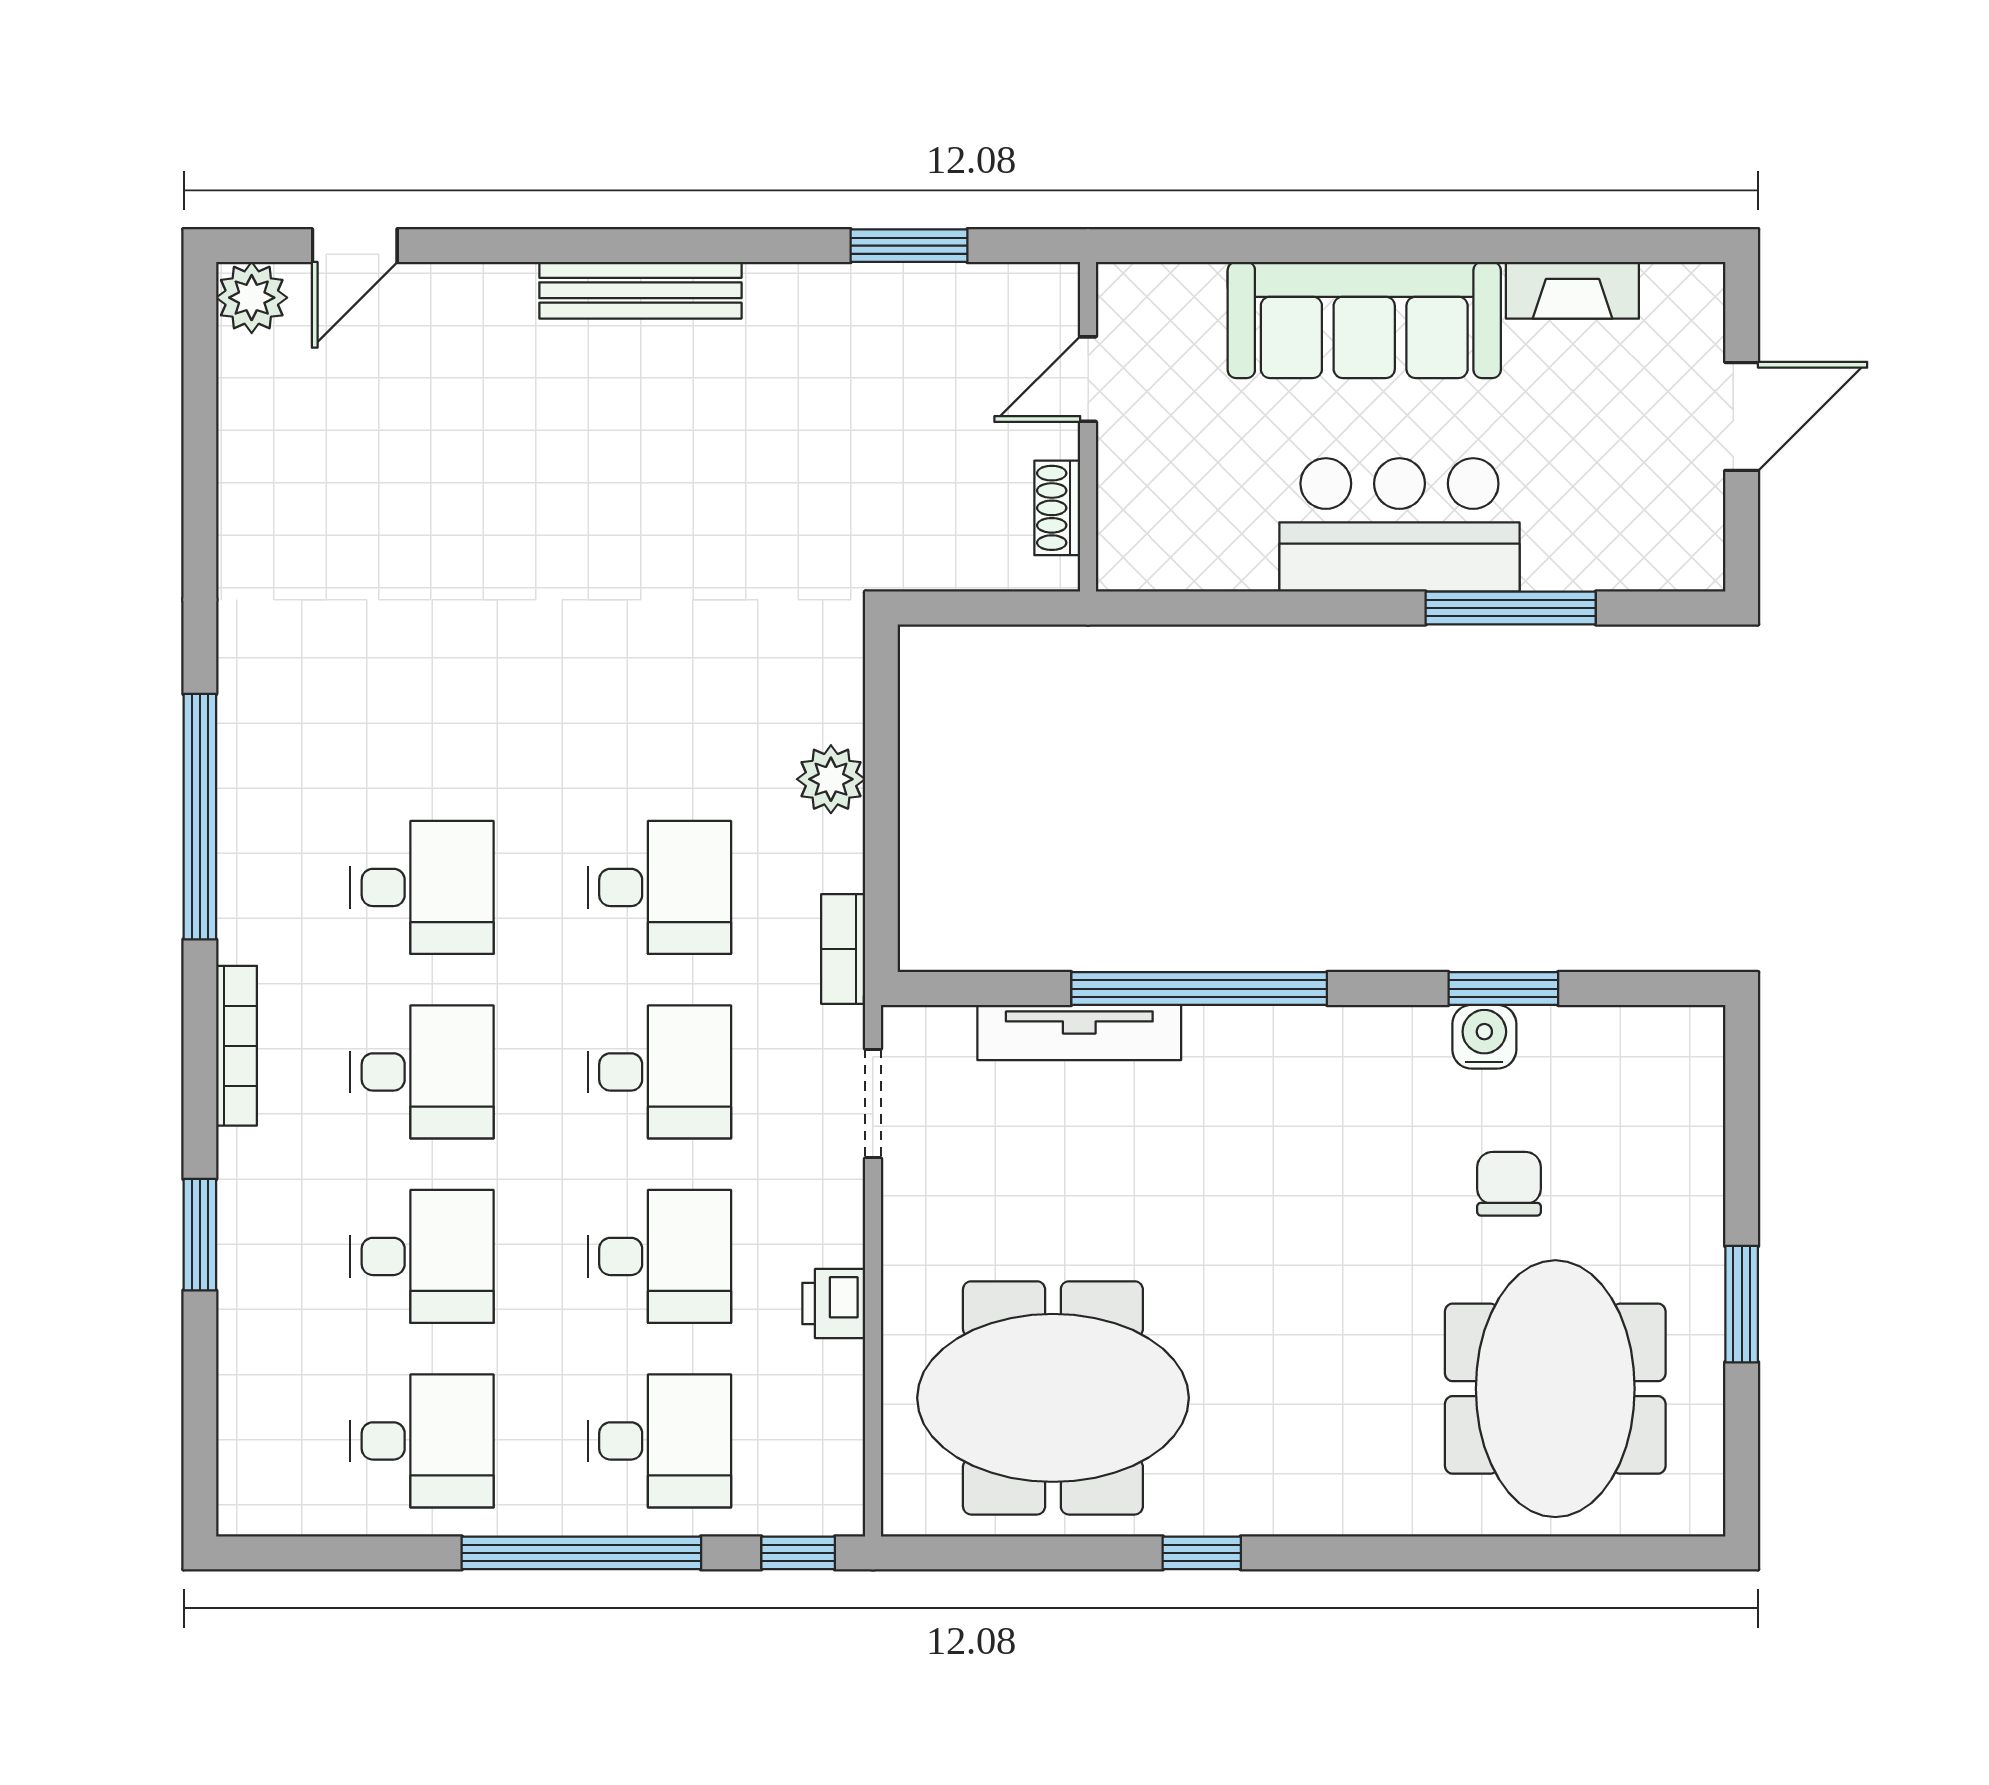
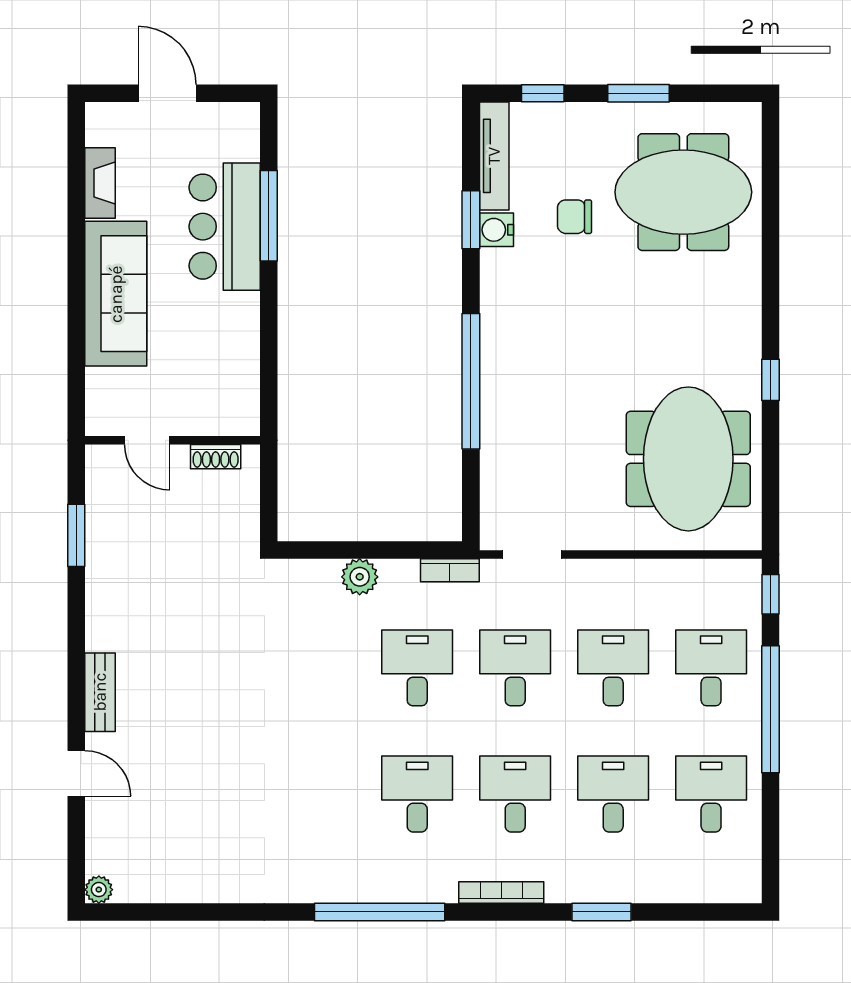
door: (355, 246) -> (76, 773), moved
bench: (640, 290) -> (100, 692), width x0.73
plant: (252, 298) -> (99, 890), width x0.73, depth x0.73
bar counter: (1399, 525) -> (225, 227), moved
tv unit: (1079, 1032) -> (494, 156), moved
window: (1742, 1124) -> (543, 93), added
printer: (834, 1304) -> (638, 575), removed

